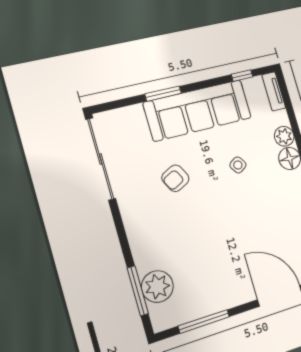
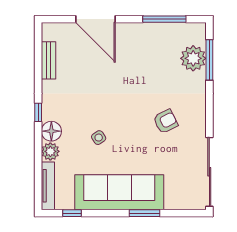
tv unit: (274, 91) -> (48, 186), width x1.41
armchair: (175, 178) -> (166, 121), moved

